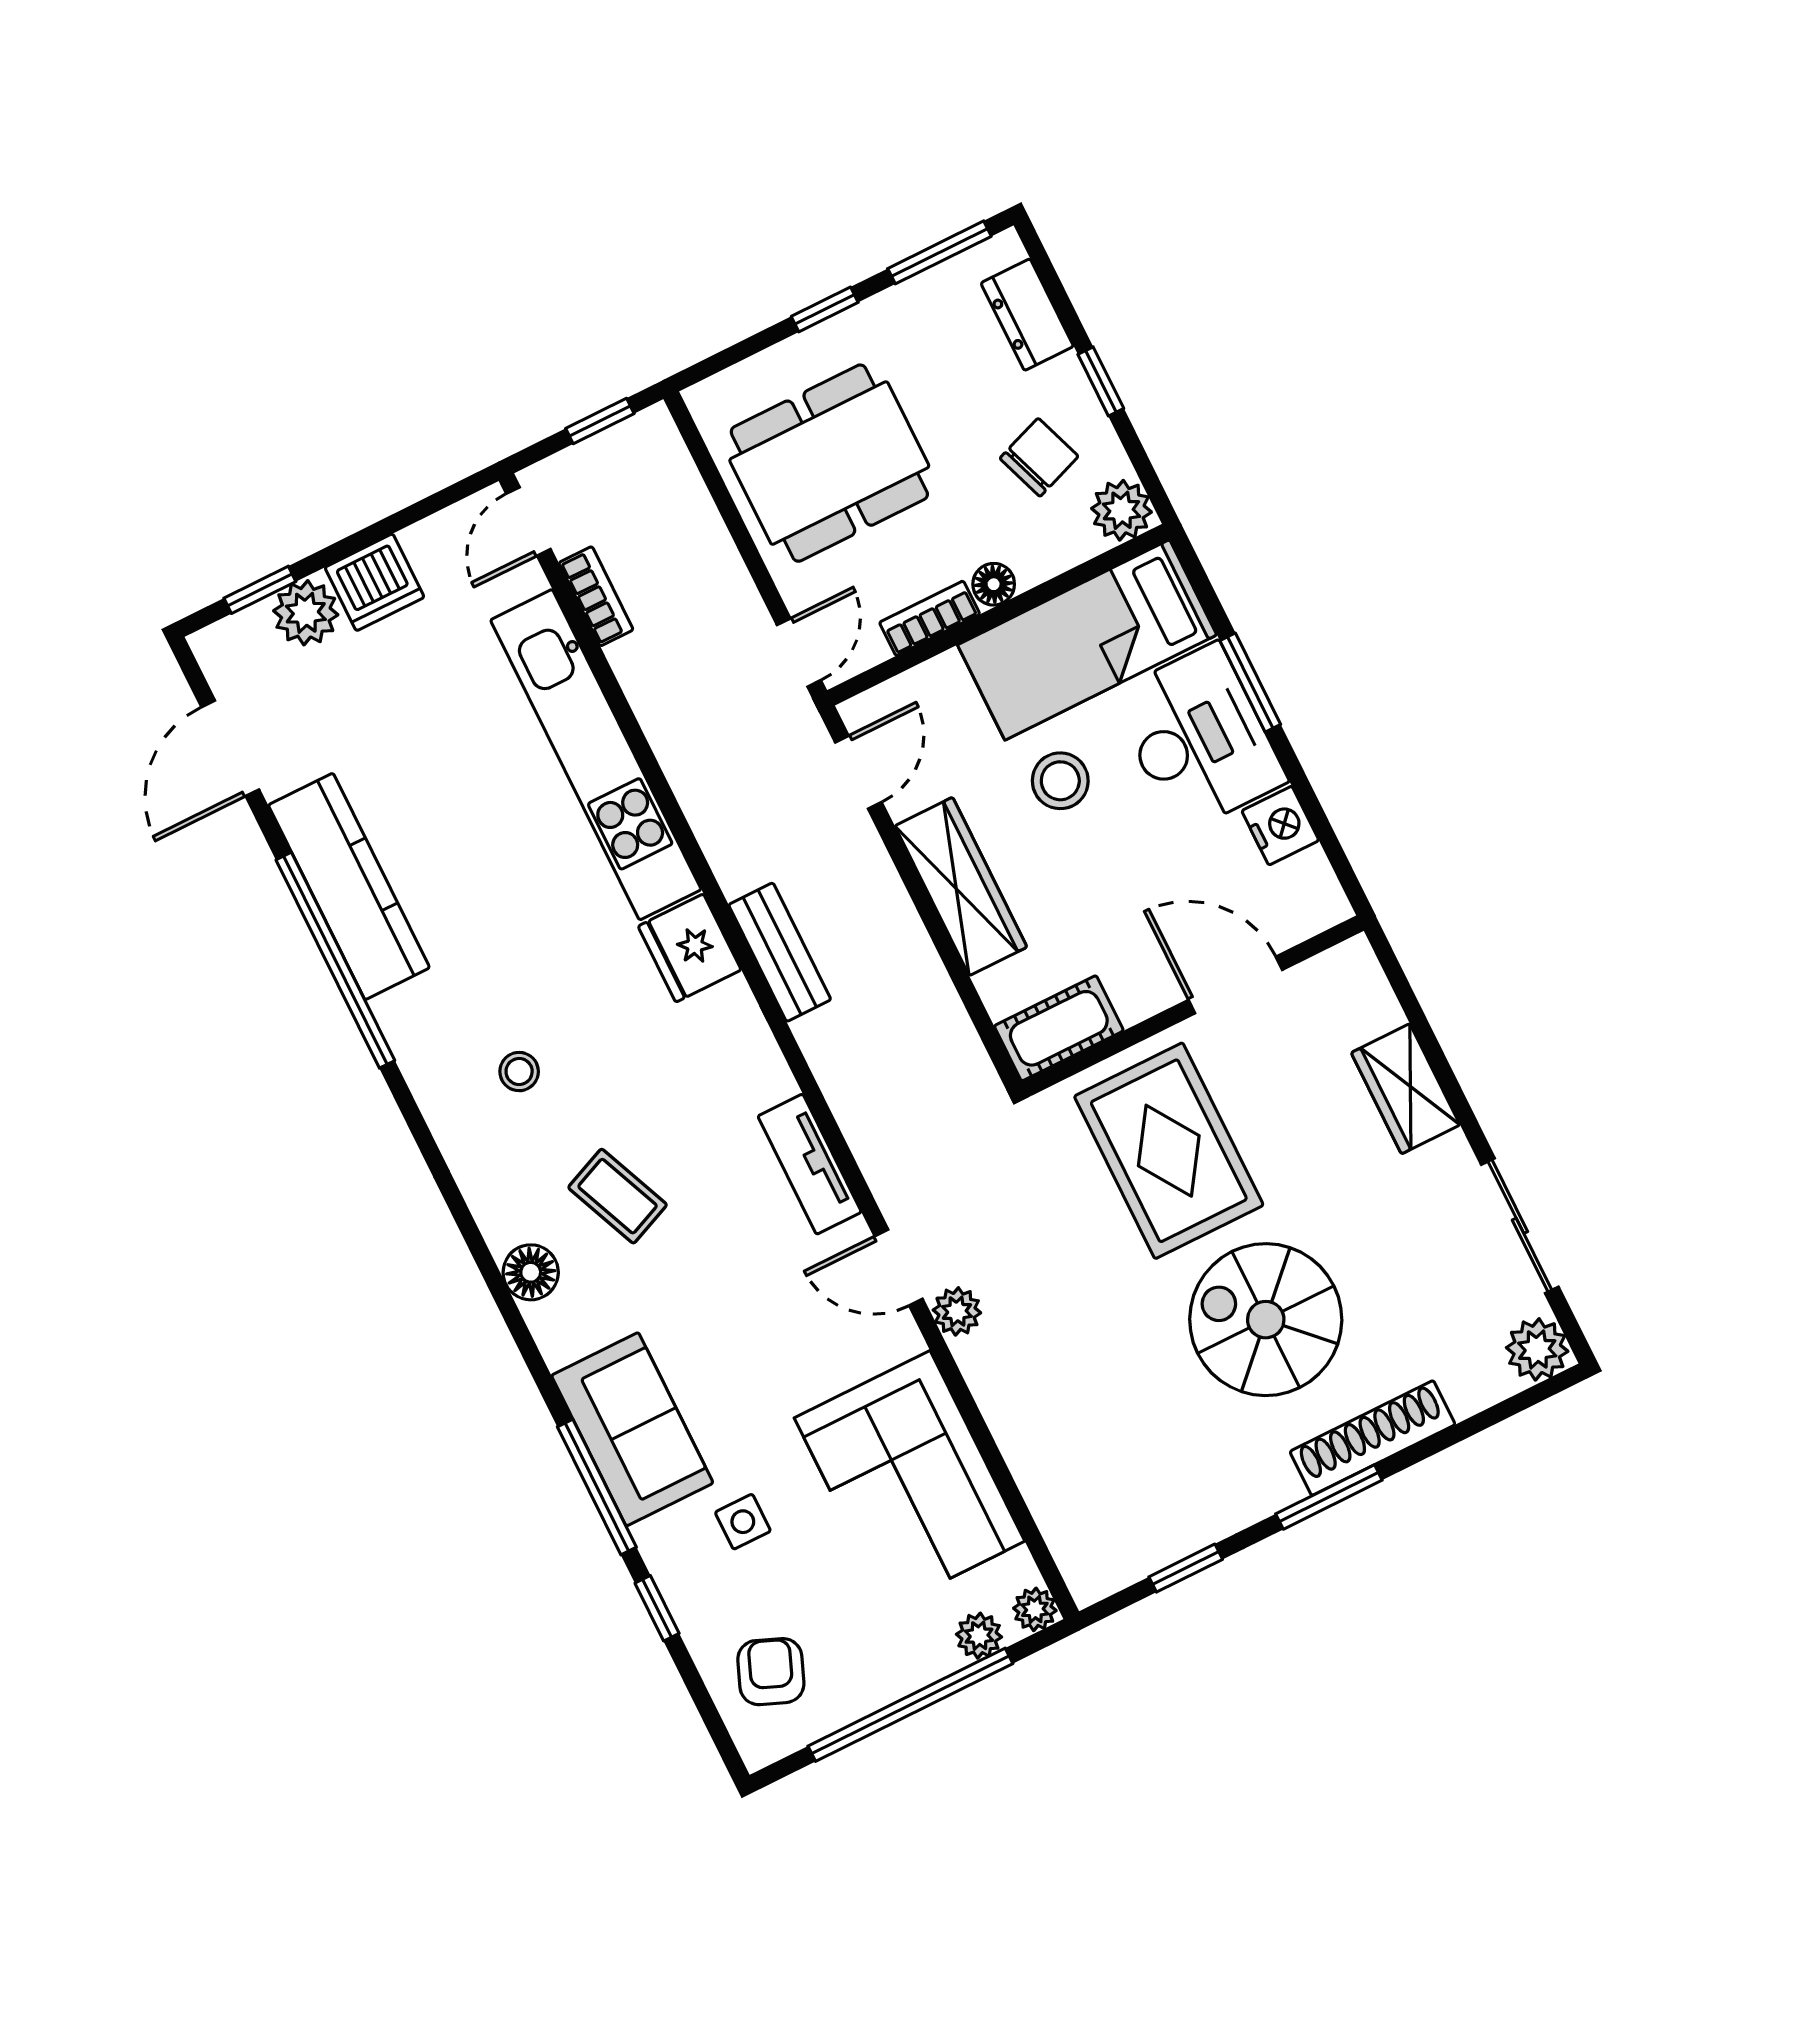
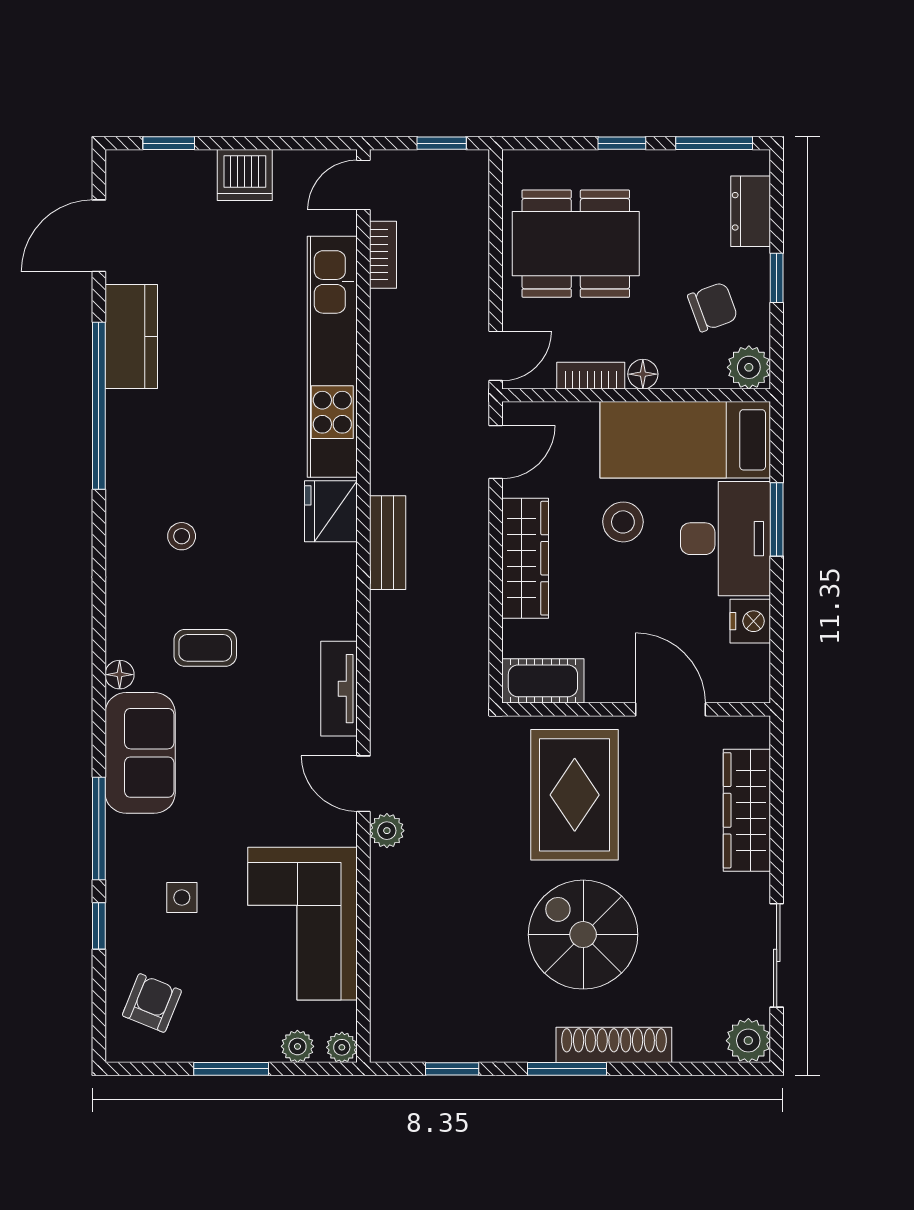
plant: (306, 613) -> (191, 173), removed
kitchen counter: (349, 886) -> (131, 337), width x0.67
wardrobe: (1406, 1089) -> (747, 810), width x1.50
coffee table: (618, 1196) -> (205, 648), turned -67
floor lamp: (531, 1272) -> (120, 675), width x0.73, depth x0.73
sofa: (632, 1429) -> (140, 753), moved
window: (910, 1705) -> (231, 1069), width x0.47

